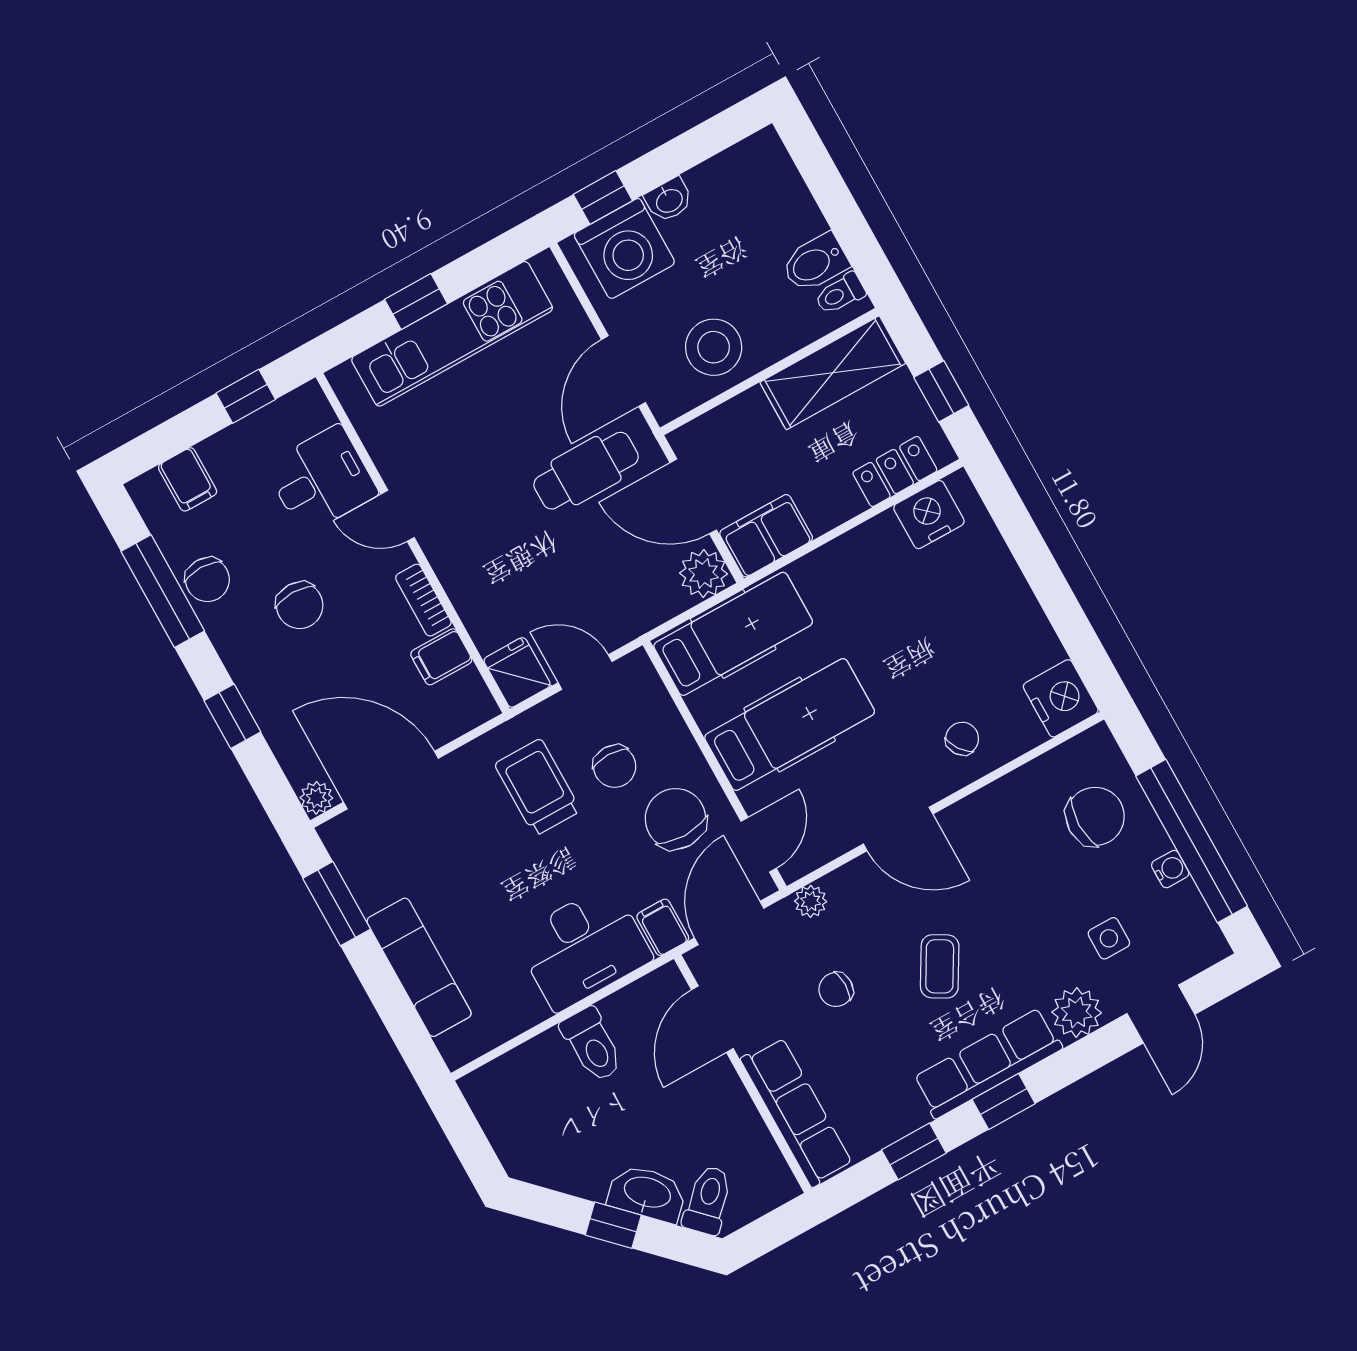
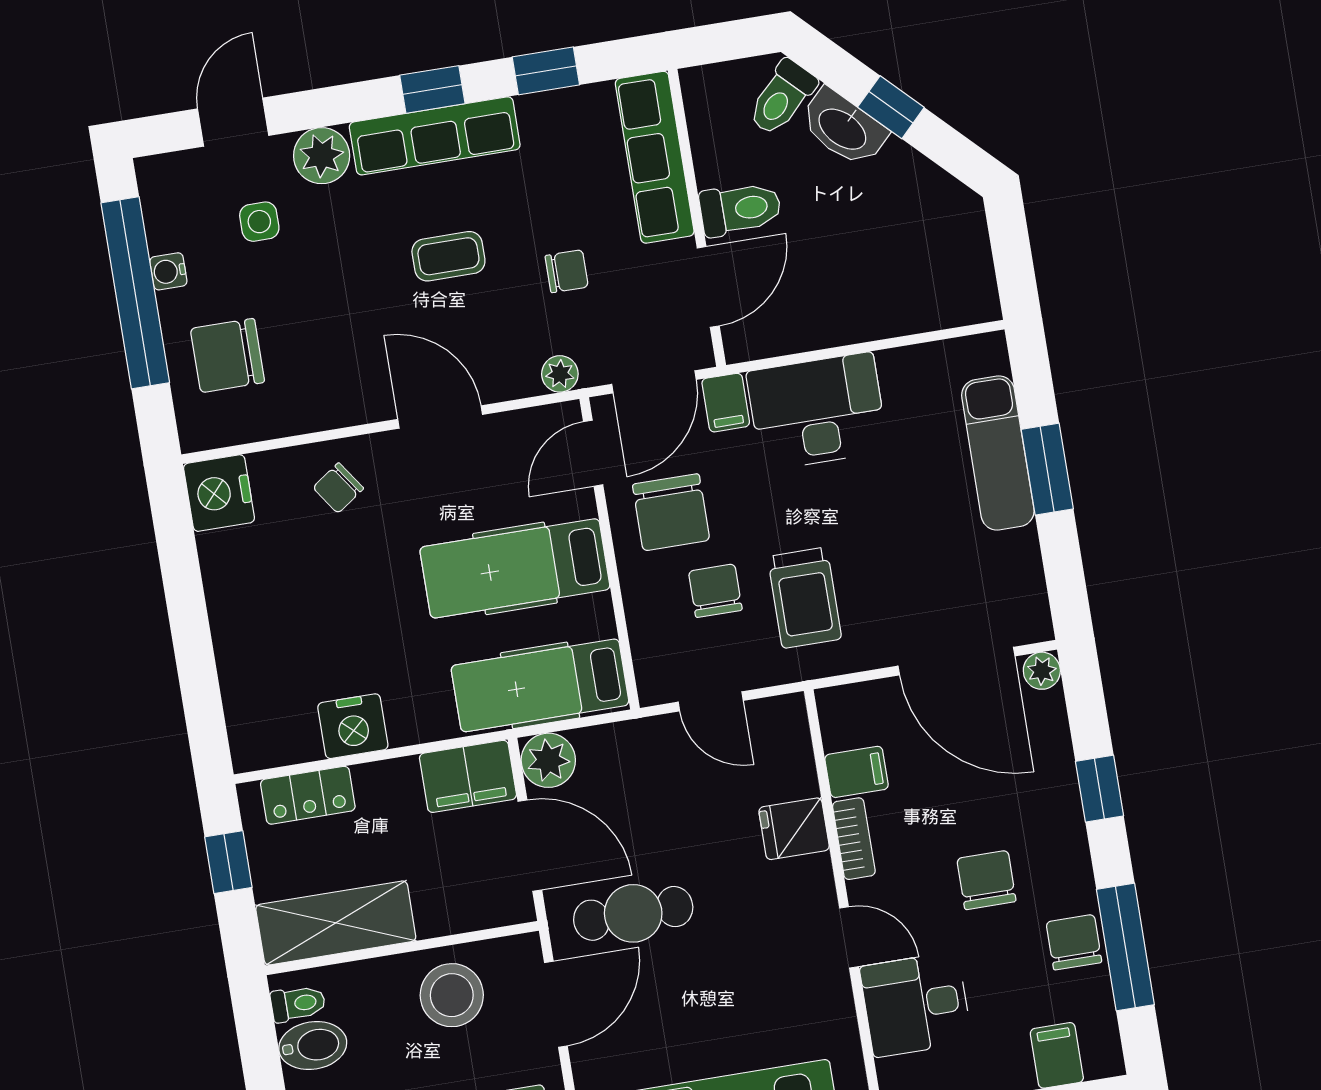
nightstand: (929, 515) -> (353, 726), moved
fridge: (517, 672) -> (794, 829), moved, turned 90
window: (337, 904) -> (1047, 469), moved
coffee table: (940, 966) -> (448, 256), turned 60
toilet: (592, 1045) -> (740, 209), moved, turned 90

